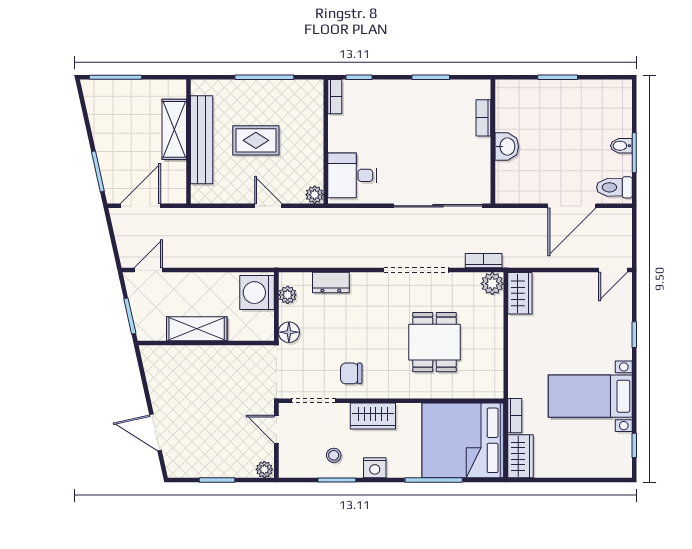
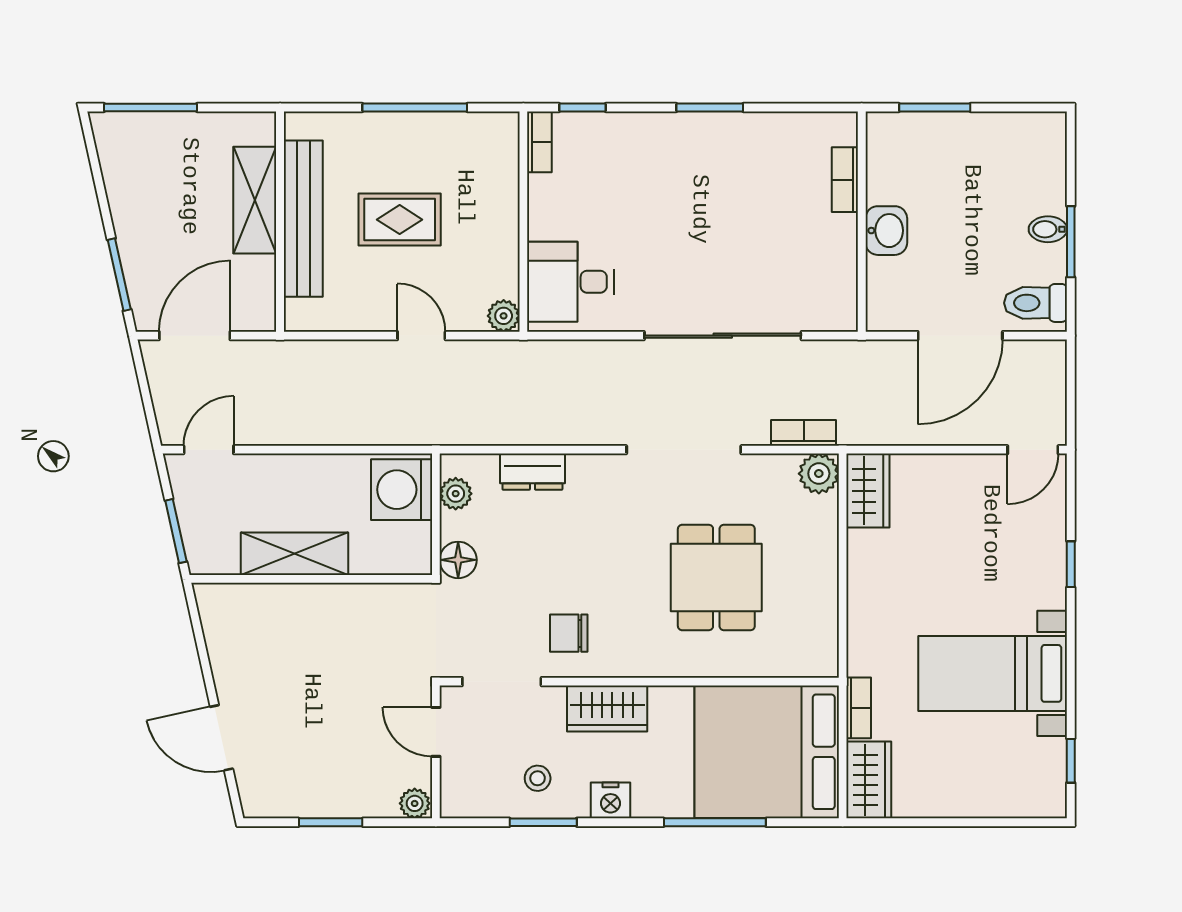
bookcase: (483, 118) -> (845, 180), moved
wall: (493, 141) -> (862, 222), moved
washbasin: (507, 147) -> (886, 231), moved

